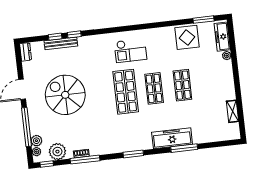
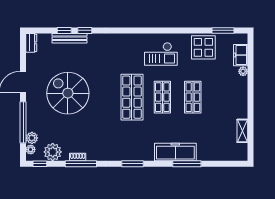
freezer: (222, 37) -> (241, 55), width x0.71
checkout: (130, 50) -> (161, 54), moved

